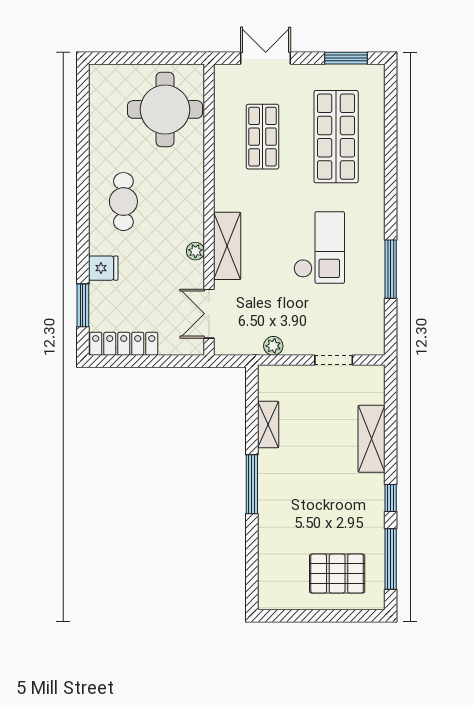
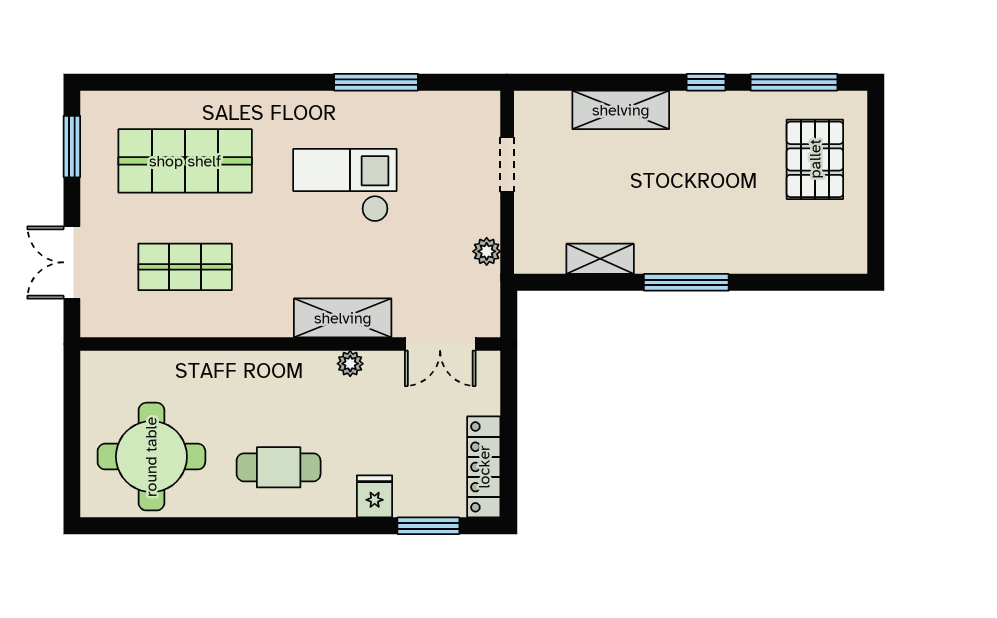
round table: (165, 109) -> (151, 457), moved

